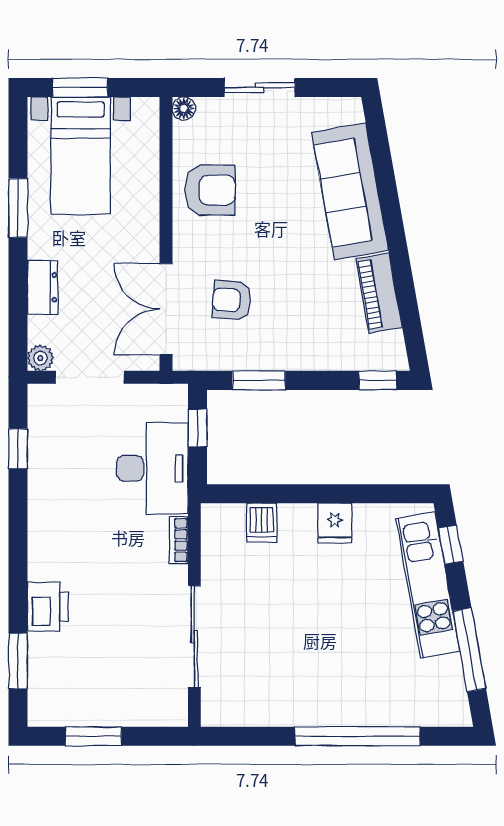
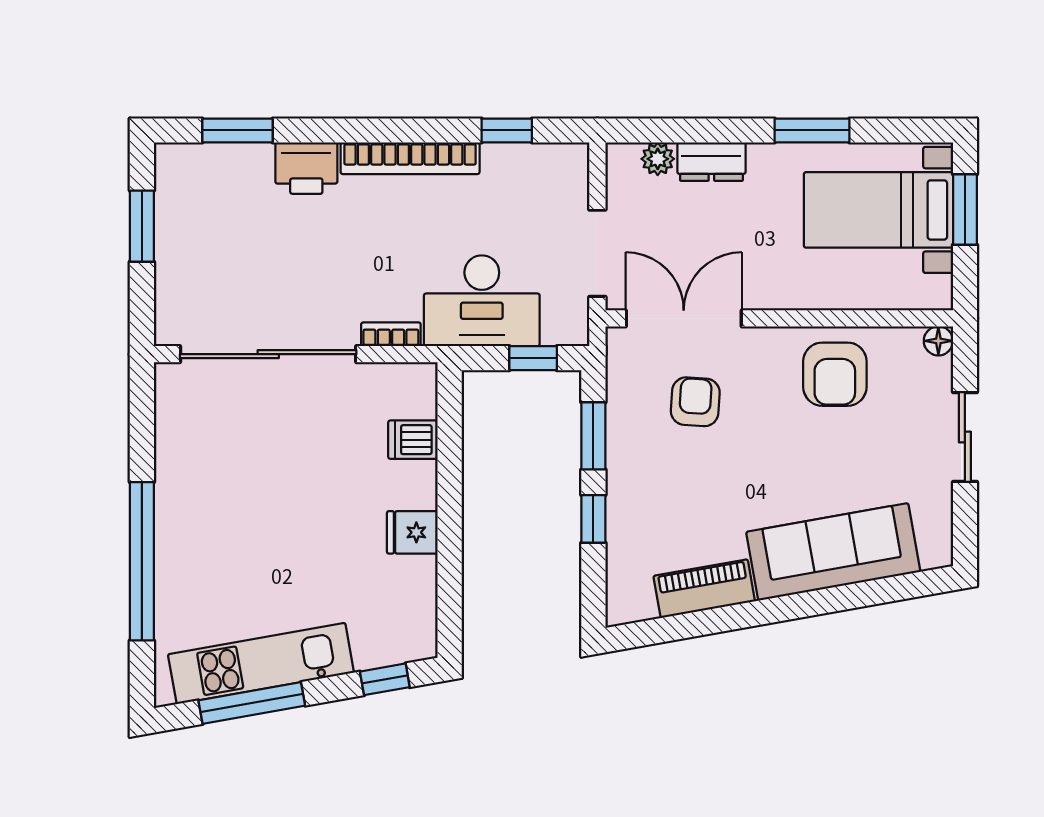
plant: (40, 358) -> (658, 159), moved
doorway: (90, 377) -> (597, 253), moved
window: (378, 380) -> (593, 519), moved
bookcase: (40, 525) -> (410, 158), added
kitchen unit: (428, 585) -> (261, 663), moved
sliding door: (194, 637) -> (268, 354), width x1.36

